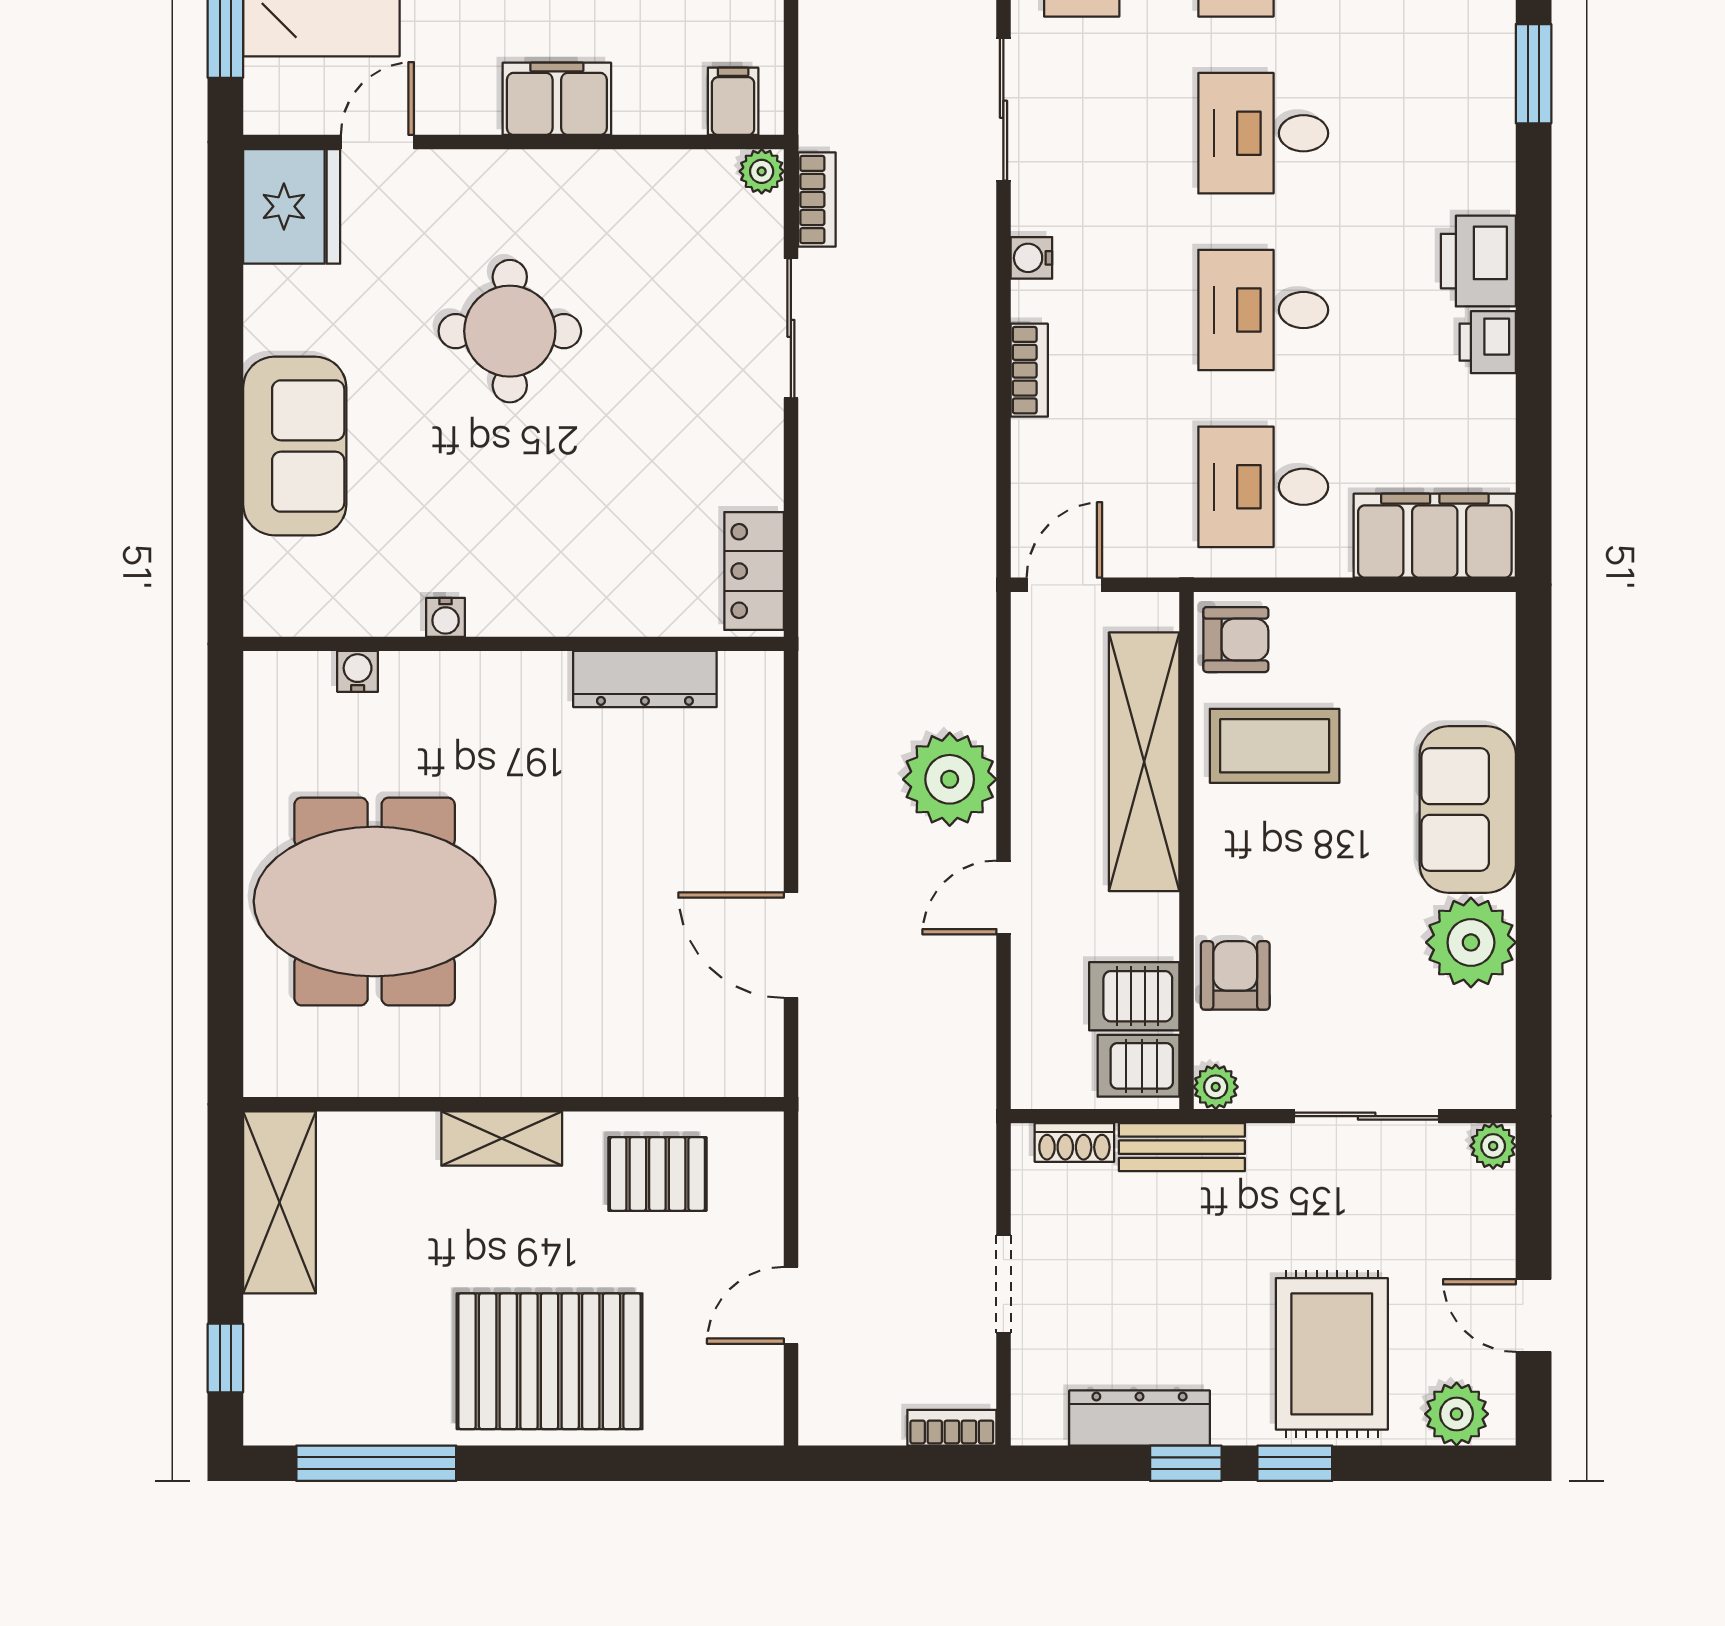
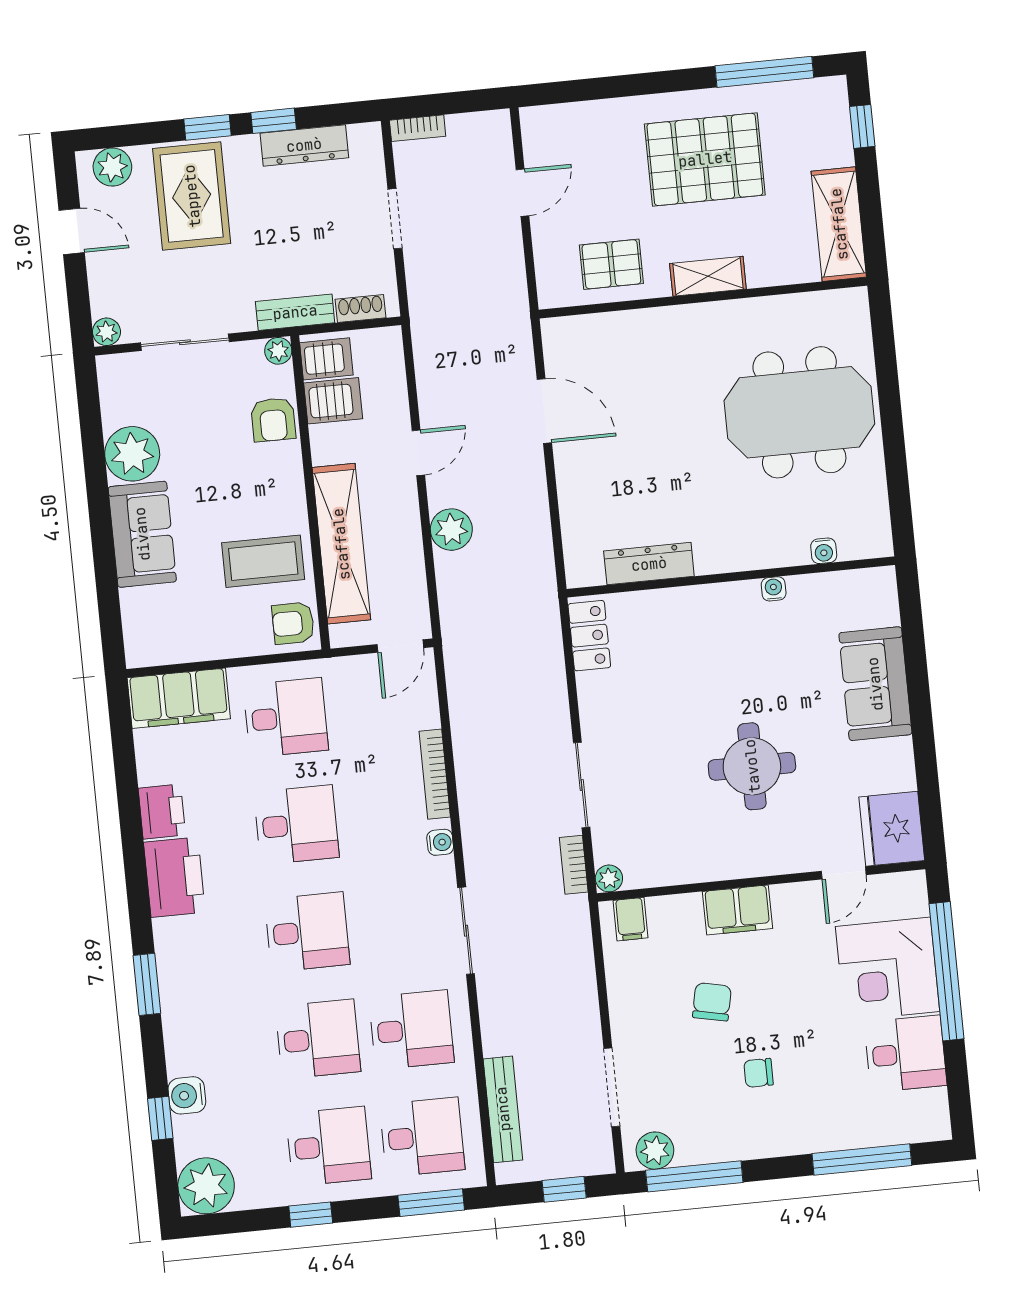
printer: (1478, 261) -> (174, 877), width x1.37, depth x1.19
printer: (1488, 342) -> (162, 812), width x1.36, depth x1.24
bookcase: (1029, 370) -> (435, 774), width x1.56
plant: (950, 779) -> (451, 530), width x0.73, depth x0.73
pallet: (550, 1361) -> (705, 159), moved

